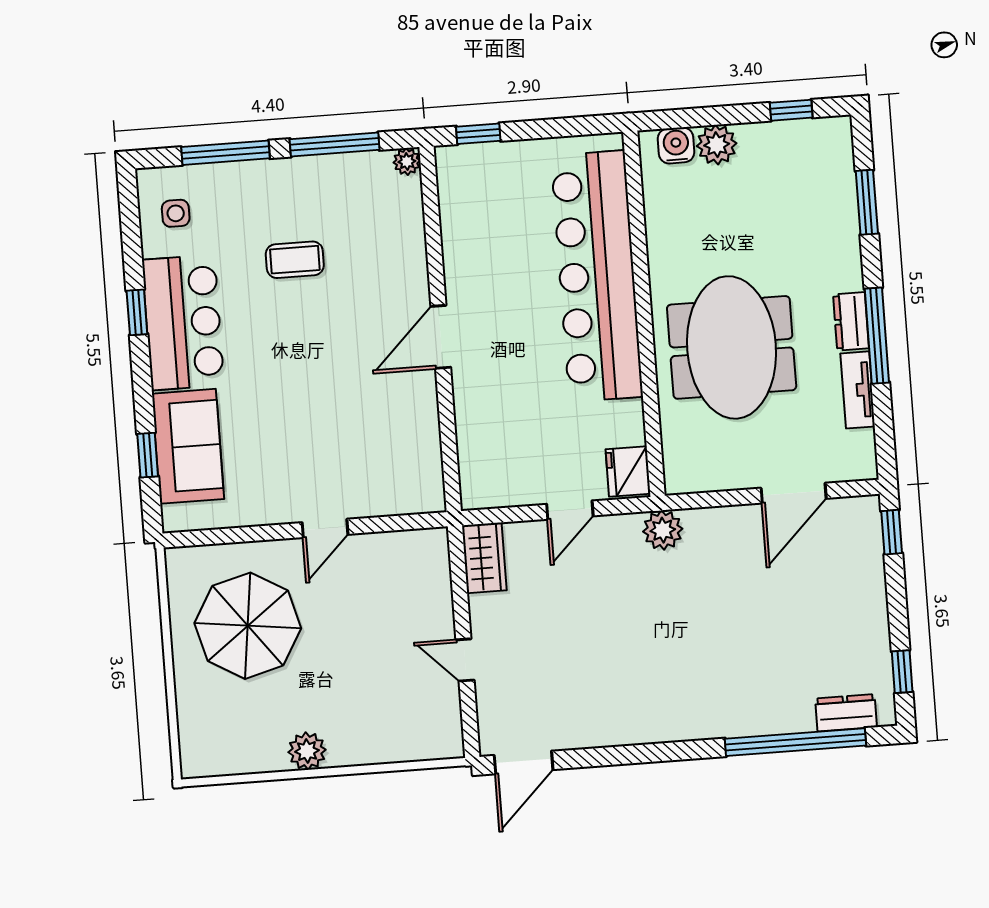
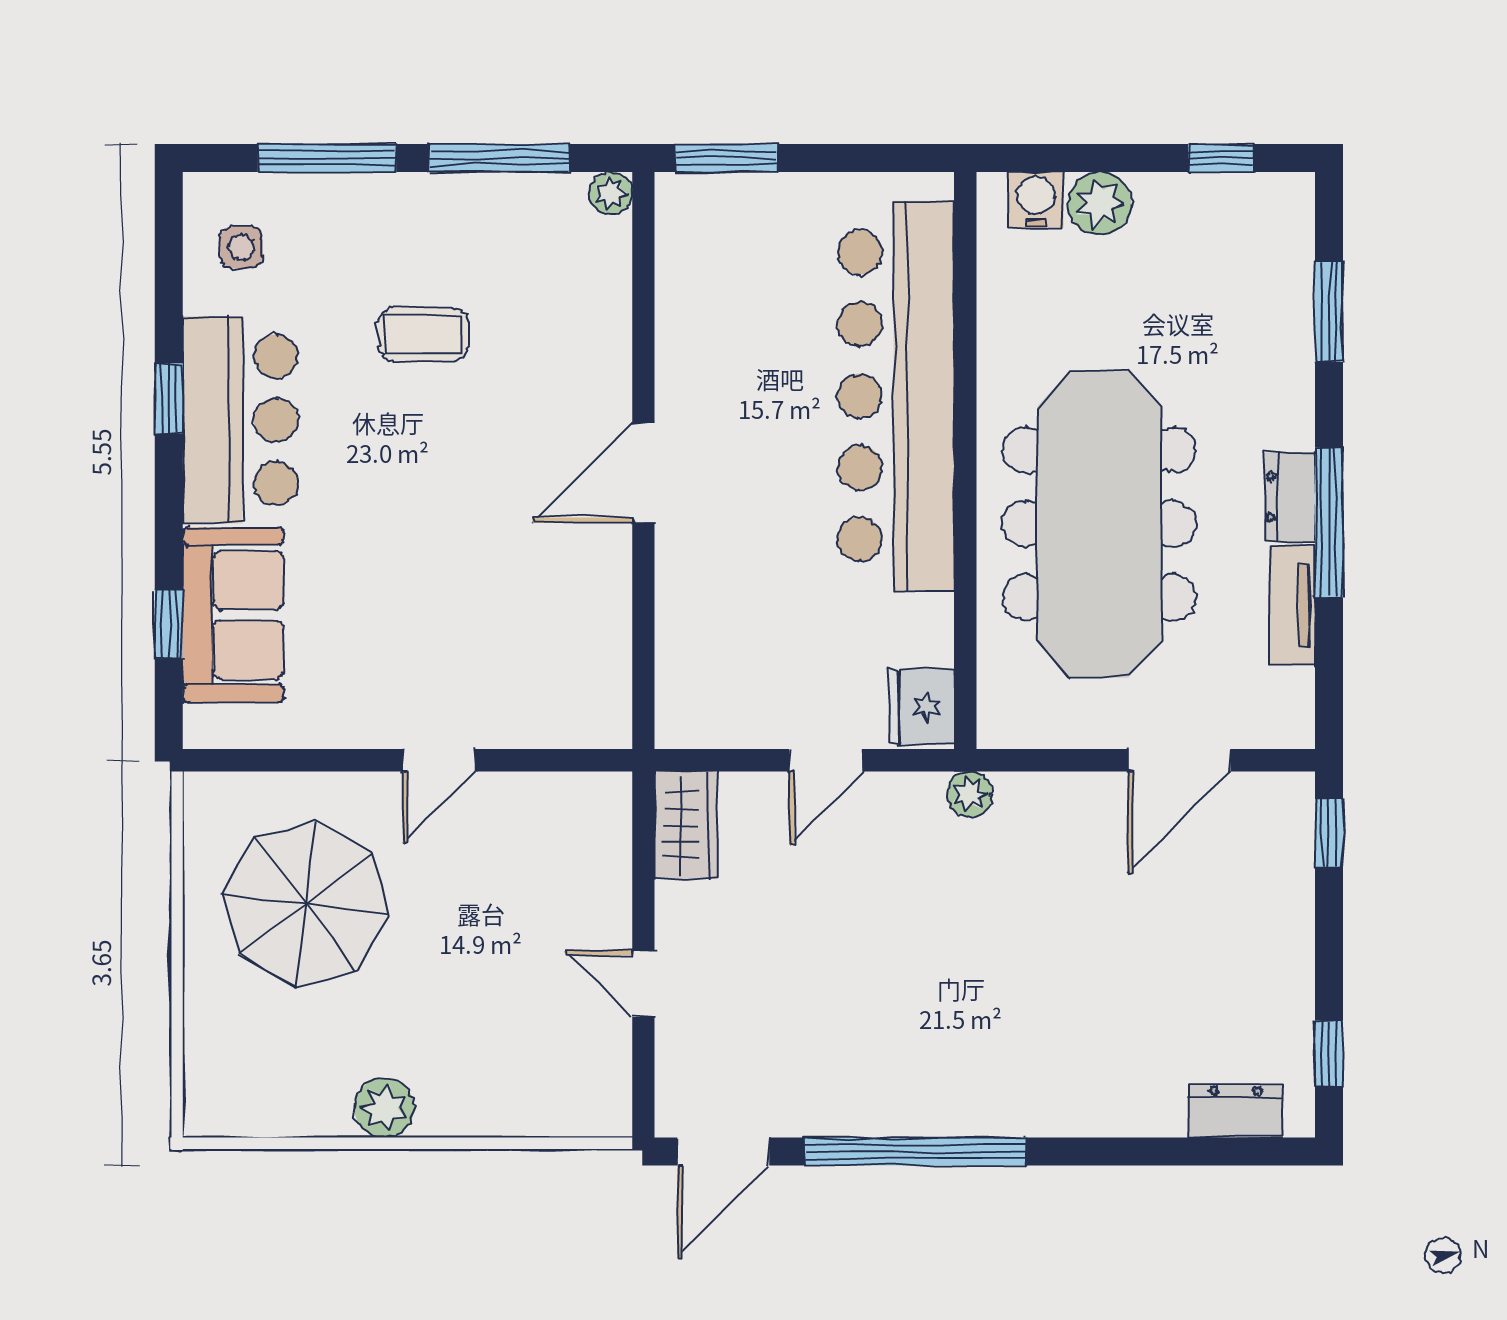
window: (478, 134) -> (726, 158), width x1.50
meeting table: (732, 347) -> (1099, 524), width x1.36
plant: (663, 530) -> (969, 794), width x0.73, depth x0.73
window: (795, 742) -> (915, 1152), moved

